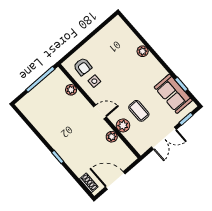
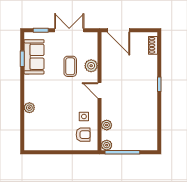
armchair: (83, 67) -> (83, 135), turned 87
plant: (112, 137) -> (107, 145), moved
door: (115, 180) -> (118, 30), moved

